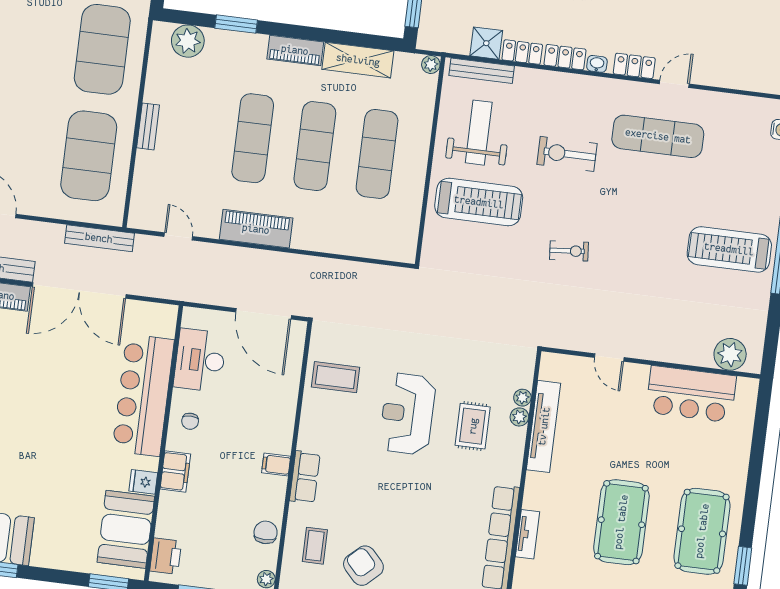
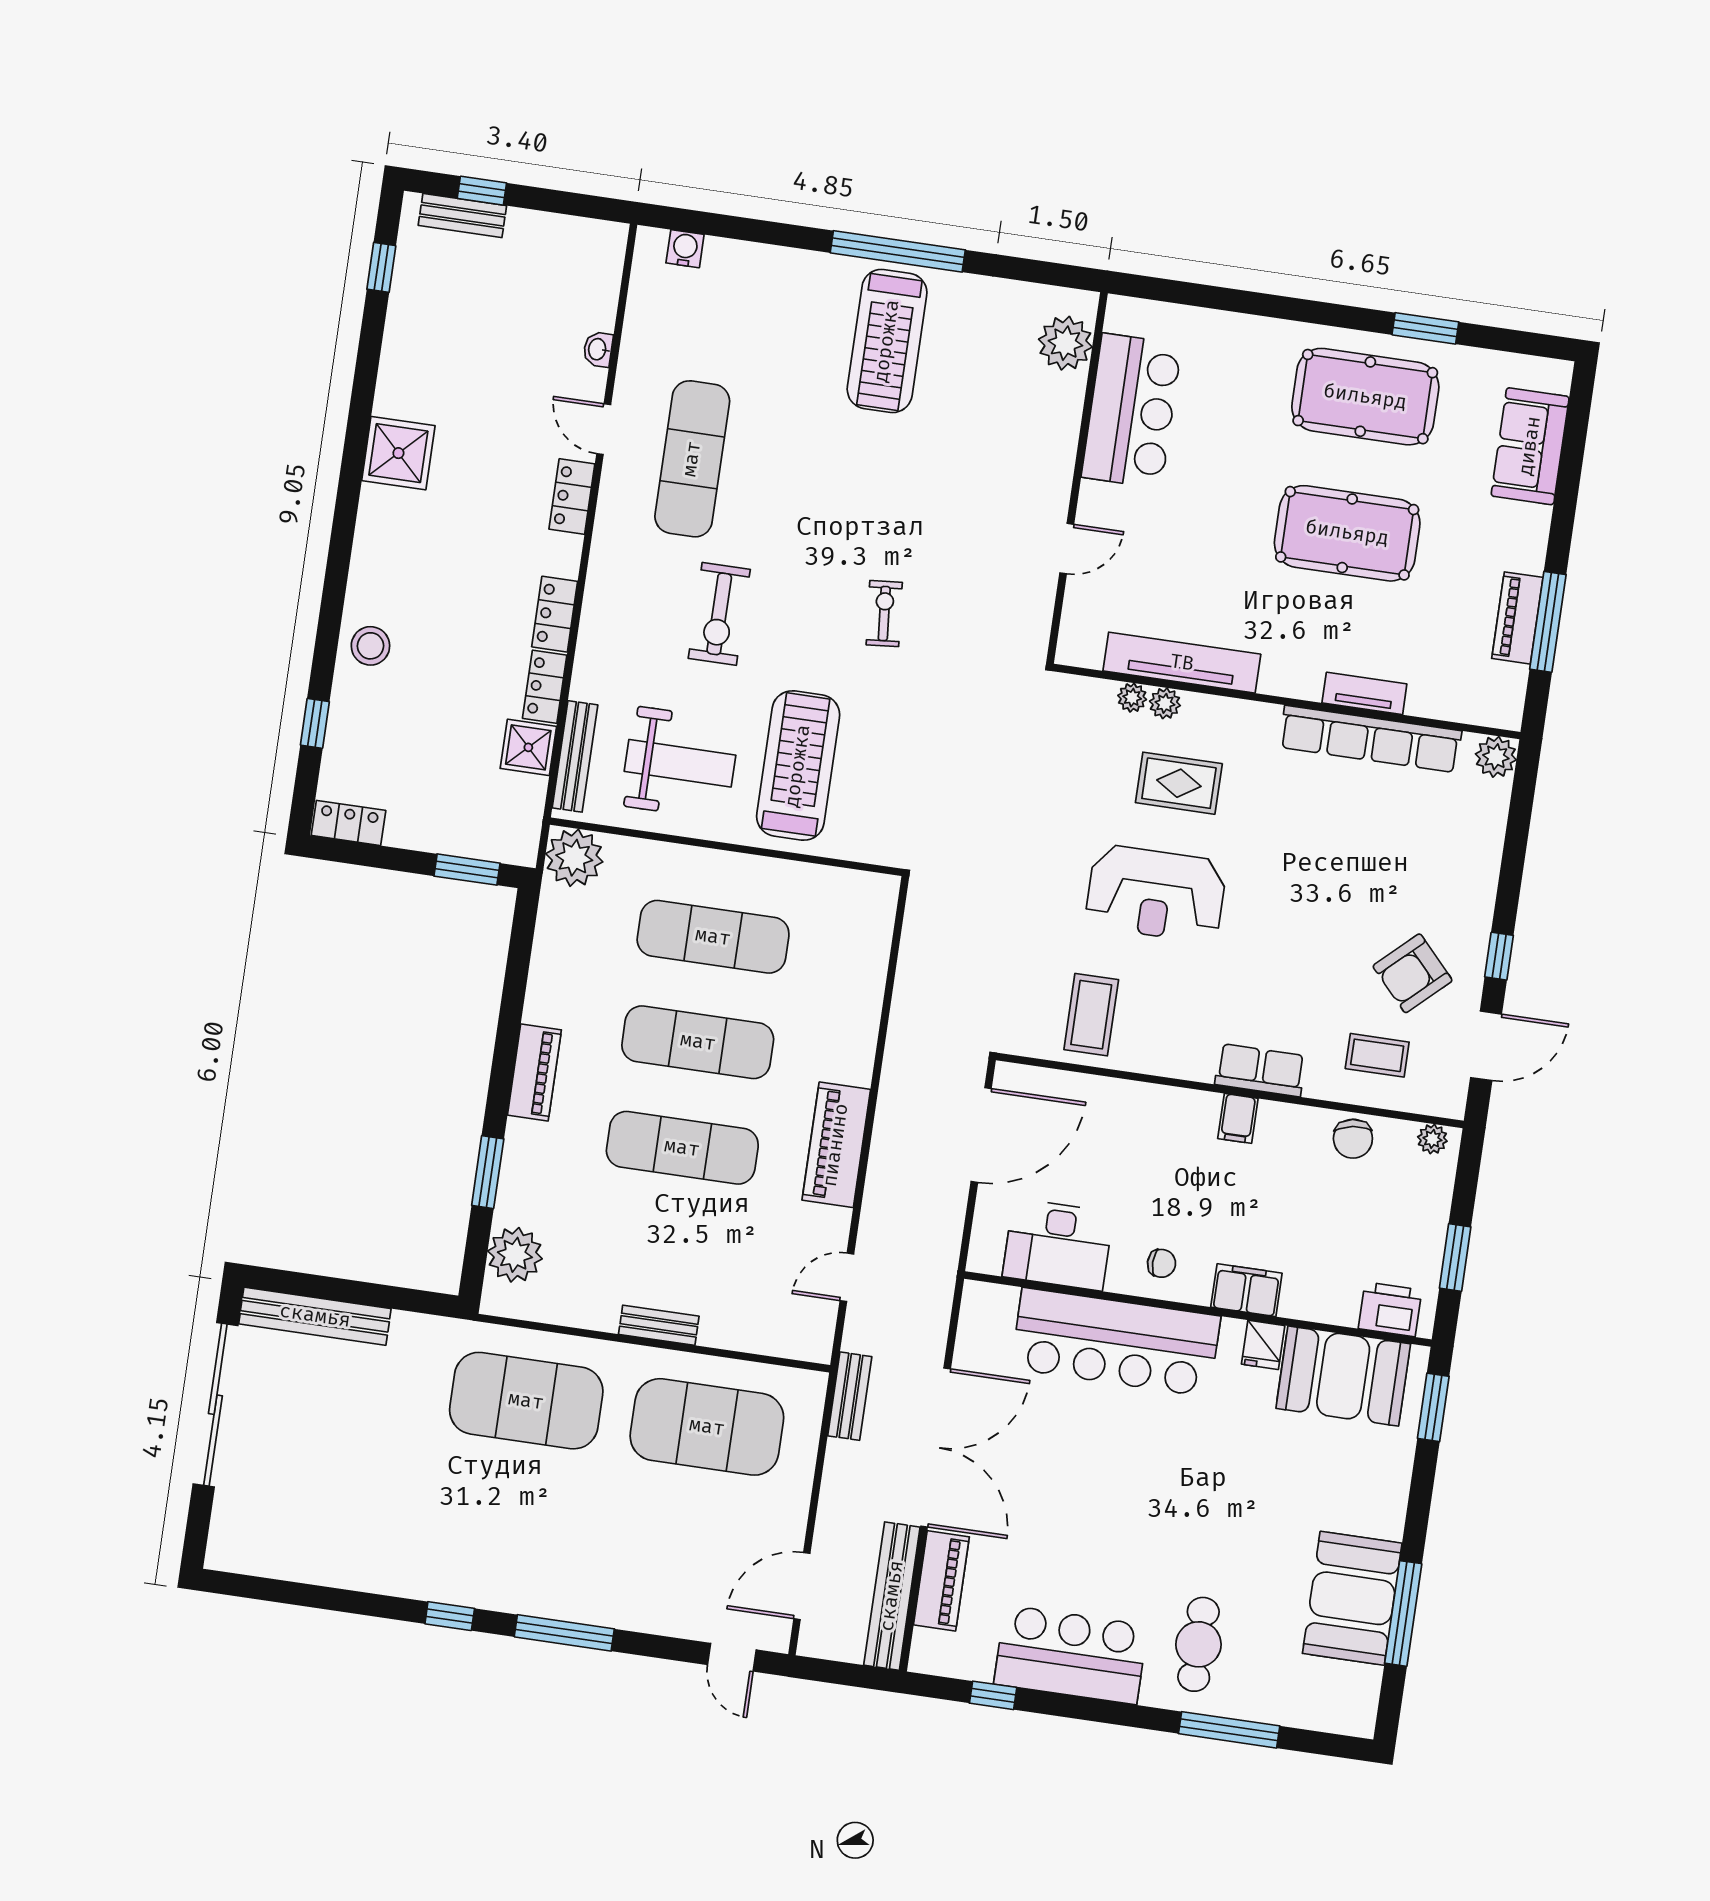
shelving: (358, 60) -> (553, 966), removed
washbasin: (597, 64) -> (598, 349), moved
plant: (431, 65) -> (574, 858), width x1.87, depth x1.87
weight bench: (479, 133) -> (680, 763), turned 180
bench: (99, 238) -> (850, 1396), width x0.73
chair: (266, 532) -> (1353, 1139), turned -99

